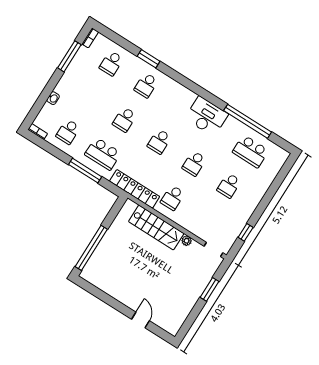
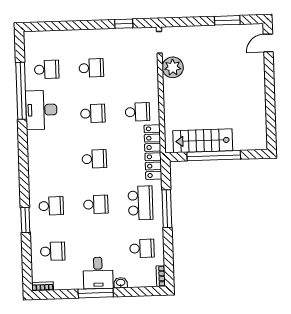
window: (69, 56) -> (96, 293), moved
desk: (72, 86) -> (98, 273), added
desk: (207, 116) -> (41, 110), moved
school desk: (251, 151) -> (47, 69), width x0.54
stairs: (156, 227) -> (203, 141), moved, turned -90
plant: (187, 241) -> (173, 67), width x1.88, depth x1.88
window: (91, 248) -> (214, 156), moved
window: (210, 289) -> (227, 20), moved
door: (141, 320) -> (268, 43), moved

